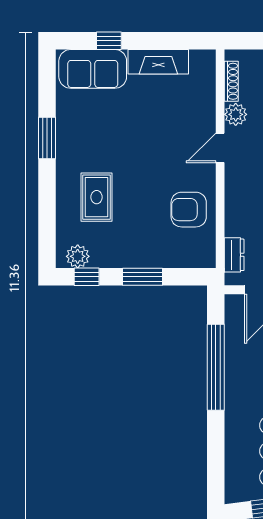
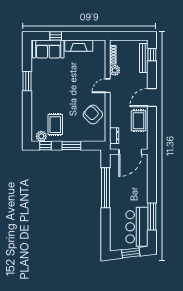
rug: (97, 197) -> (55, 125), moved
armchair: (189, 210) -> (93, 114), turned 45

